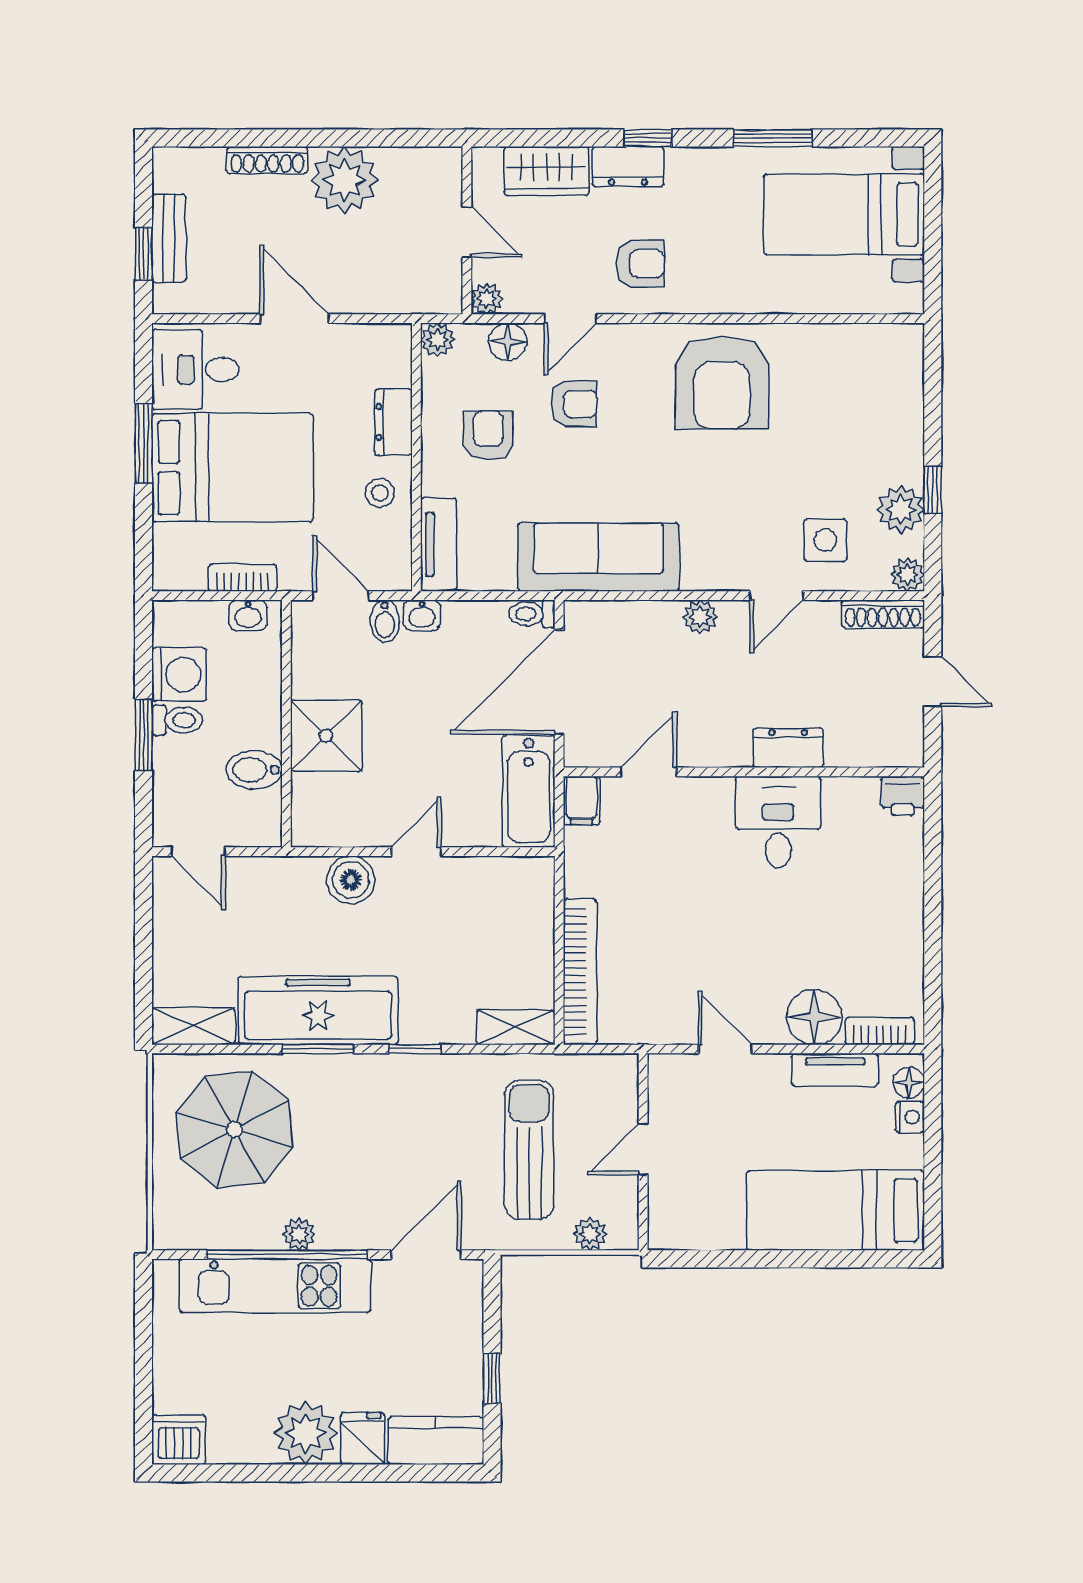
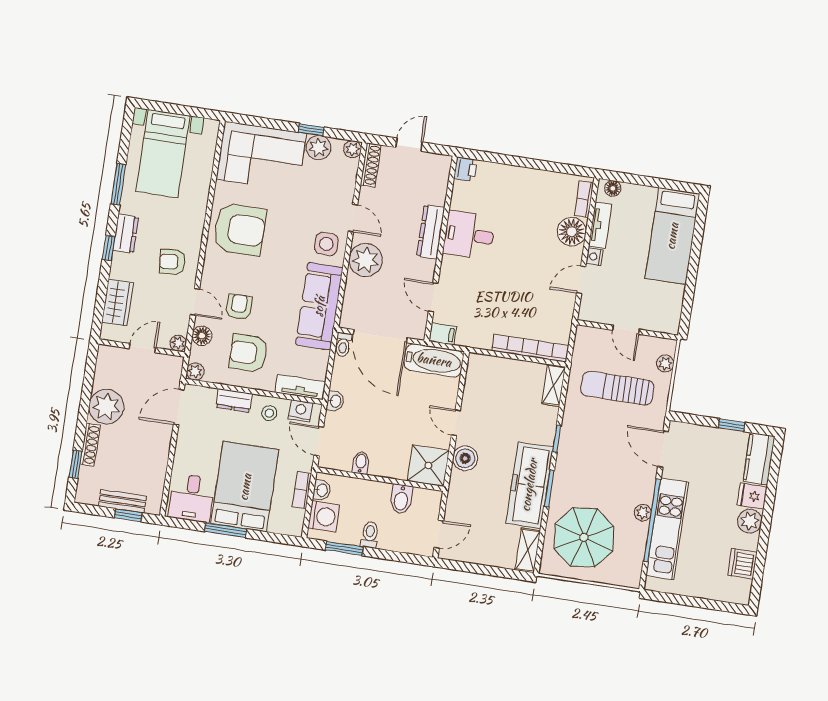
window: (226, 138) -> (75, 464), added
dresser: (628, 167) -> (126, 234), moved
armchair: (640, 264) -> (172, 262), turned -95
door: (295, 319) -> (179, 407), moved
corner sofa: (867, 403) -> (261, 156), added
armchair: (488, 436) -> (248, 353), width x1.38, depth x1.38
side table: (825, 540) -> (326, 244), moved
nightstand: (393, 552) -> (301, 411), added
door: (341, 596) -> (319, 441), hinge flipped
plant: (700, 617) -> (366, 260), width x1.88, depth x1.88
bidet: (385, 621) -> (361, 463), moved, turned -90
washing machine: (179, 674) -> (324, 516), moved, turned 90
window: (144, 735) -> (344, 548), moved
shower: (326, 736) -> (428, 466), moved
dresser: (788, 748) -> (431, 232), width x1.44
nightstand: (910, 1117) -> (594, 257), moved, turned -90
plant: (306, 1433) -> (750, 521), width x0.73, depth x0.73
dishwasher: (179, 1440) -> (742, 564), moved

